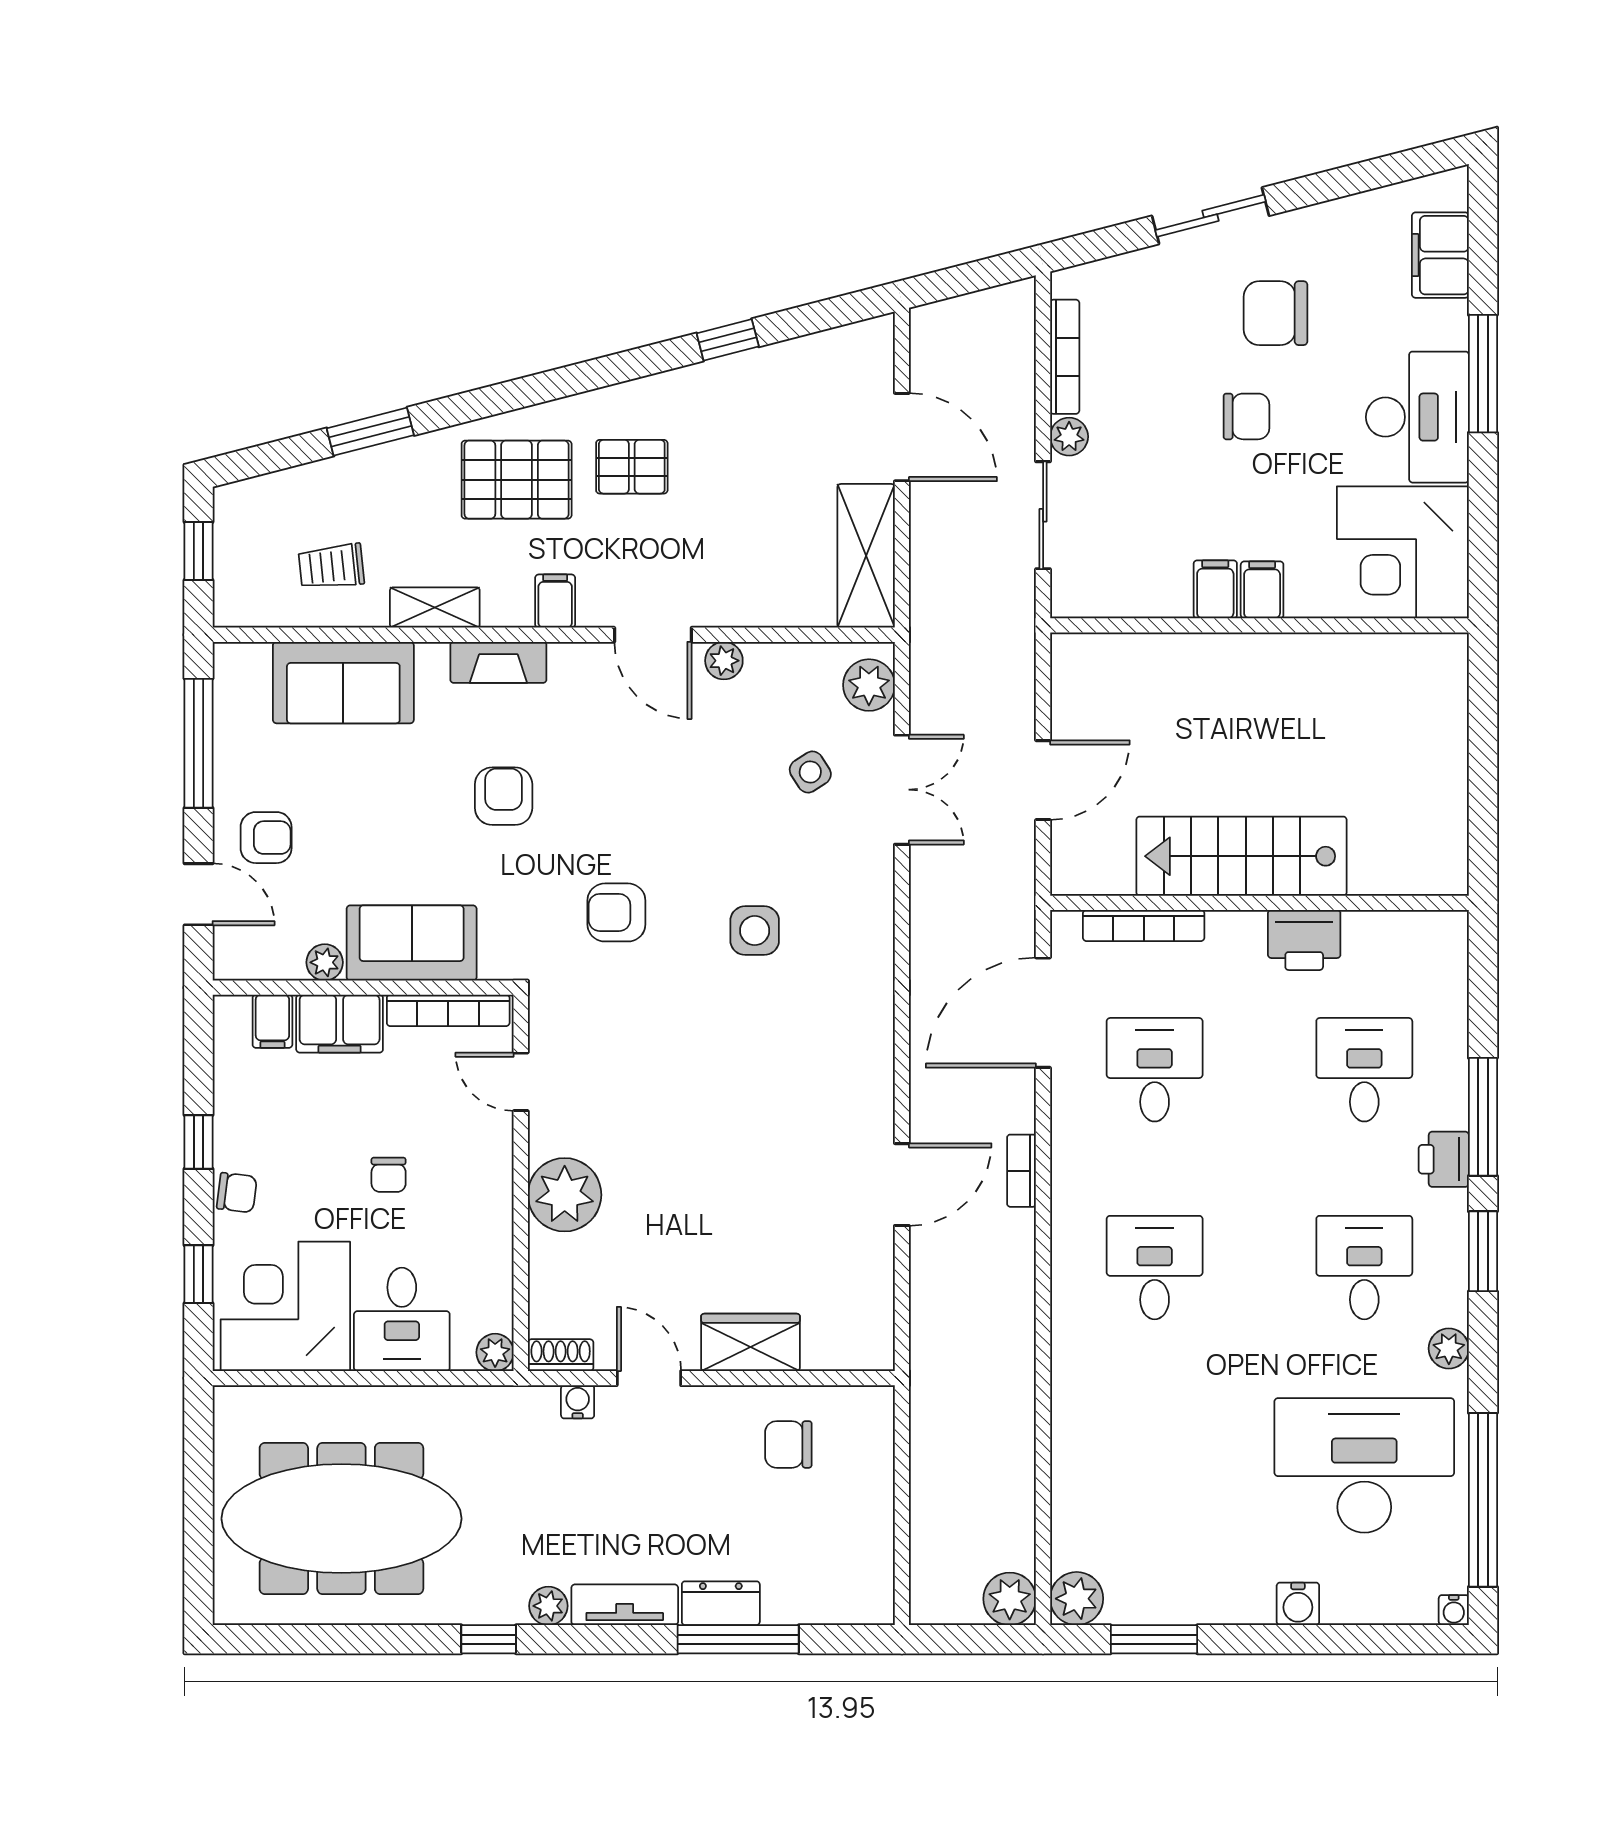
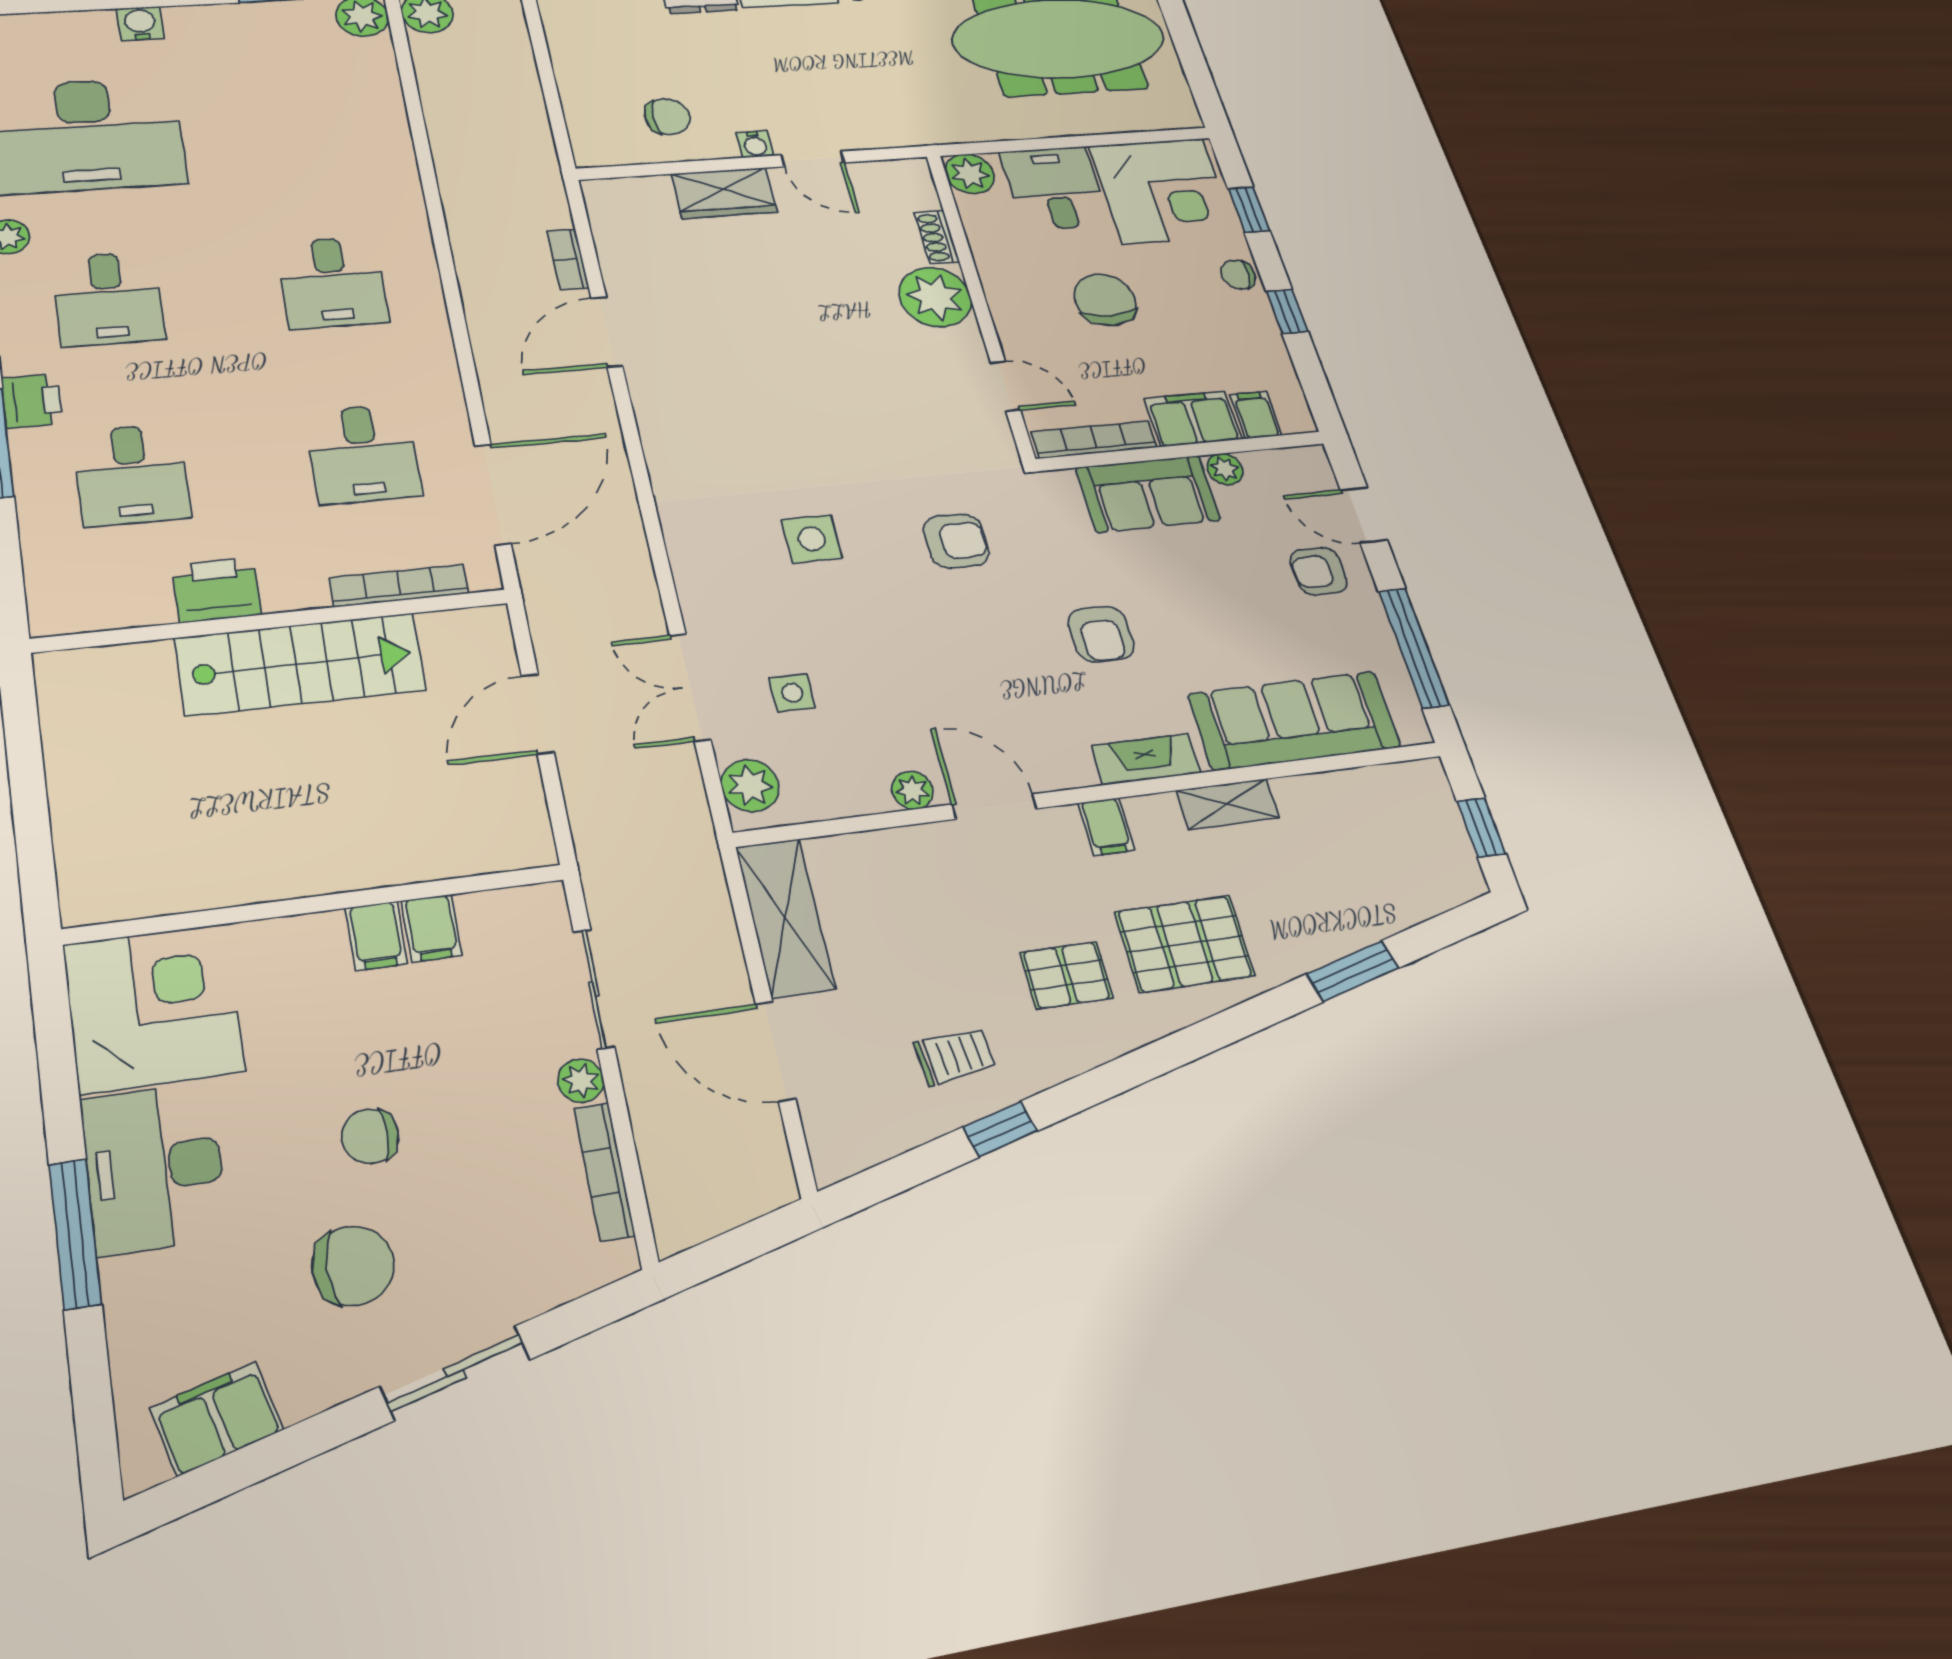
filing cabinet: (1440, 255) -> (217, 1419), moved, turned -104
trolley: (331, 566) -> (955, 1056), moved
filing cabinet: (1262, 590) -> (432, 928), moved
sofa: (343, 683) -> (1294, 721), width x1.36
side table: (810, 772) -> (792, 693), turned 33
bookcase: (1022, 1171) -> (568, 259), moved, turned 180
chair: (389, 1175) -> (1105, 300), width x1.87, depth x1.87
plant: (495, 1352) -> (970, 174), width x1.38, depth x1.38
shoe rack: (561, 1355) -> (937, 237), moved, turned 90
water cooler: (578, 1402) -> (755, 144), moved

